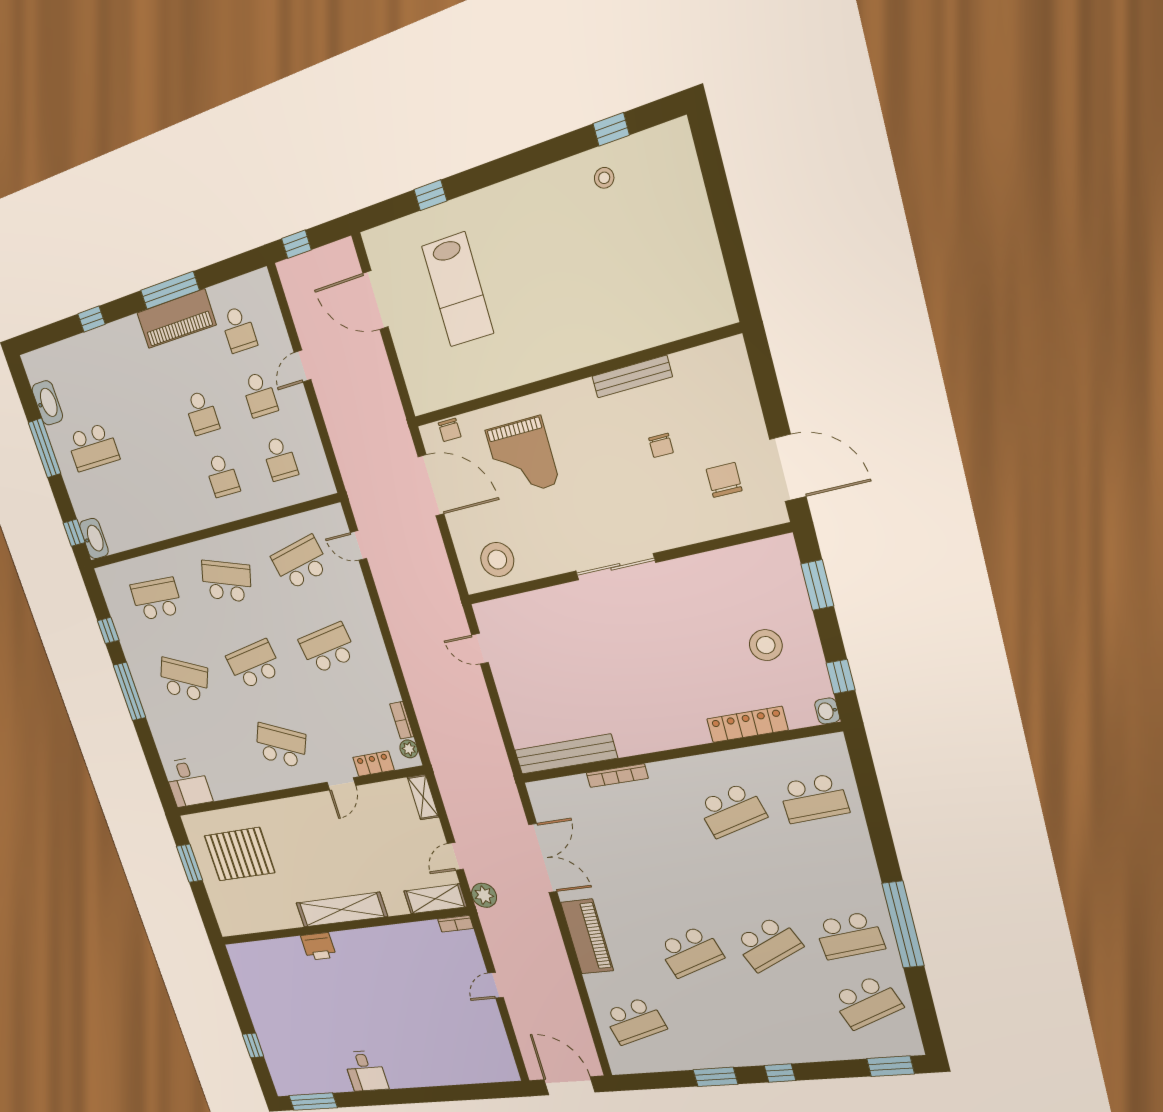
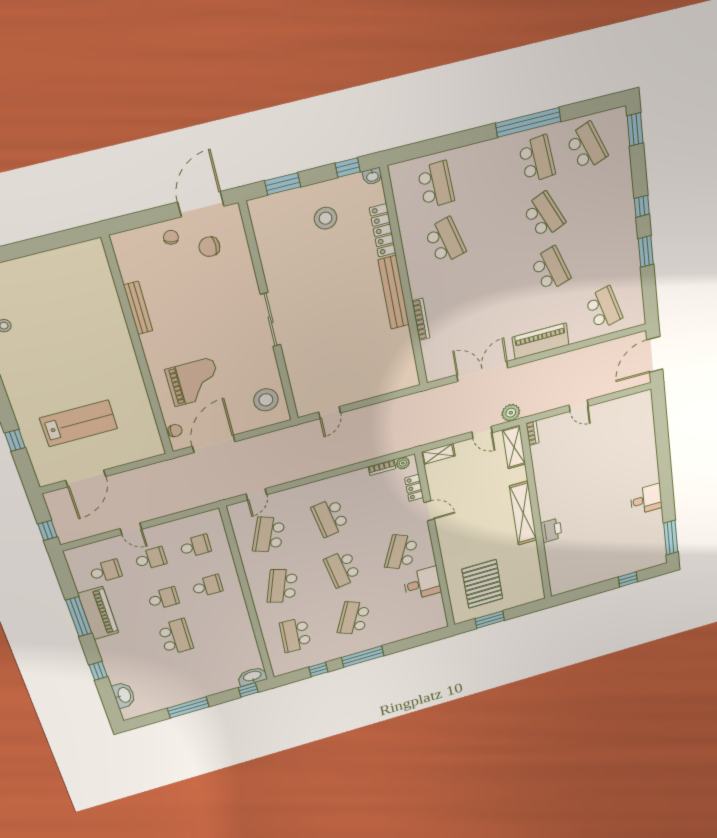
washbasin: (47, 403) -> (124, 695), moved, turned 90
chair: (661, 445) -> (171, 237), moved, turned -75
school desk: (93, 447) -> (176, 637), moved
school desk: (300, 563) -> (269, 535), turned 33
bench: (566, 754) -> (394, 293), moved
desk: (188, 782) -> (422, 583), moved

